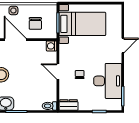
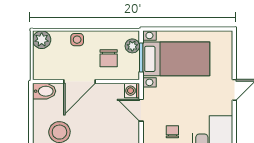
plant: (52, 15) -> (132, 46), added
door: (15, 40) -> (79, 82), swing flipped
door: (58, 71) -> (141, 110), moved

